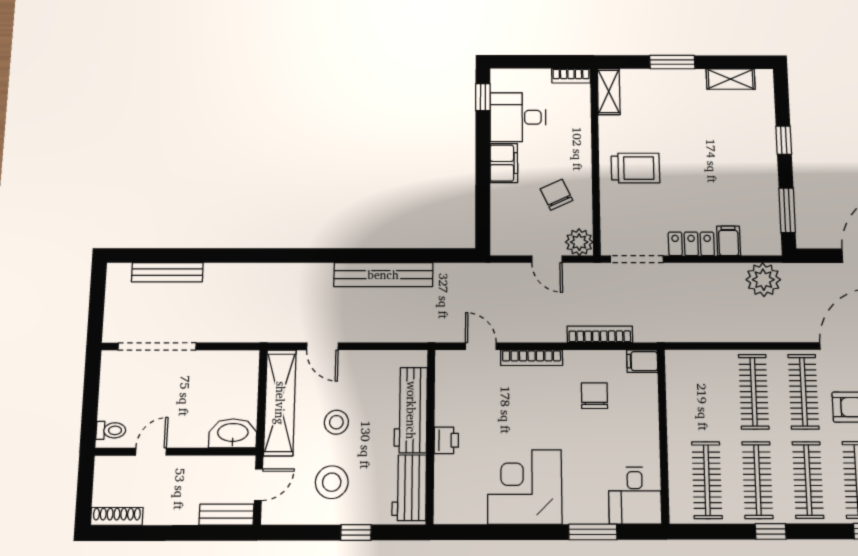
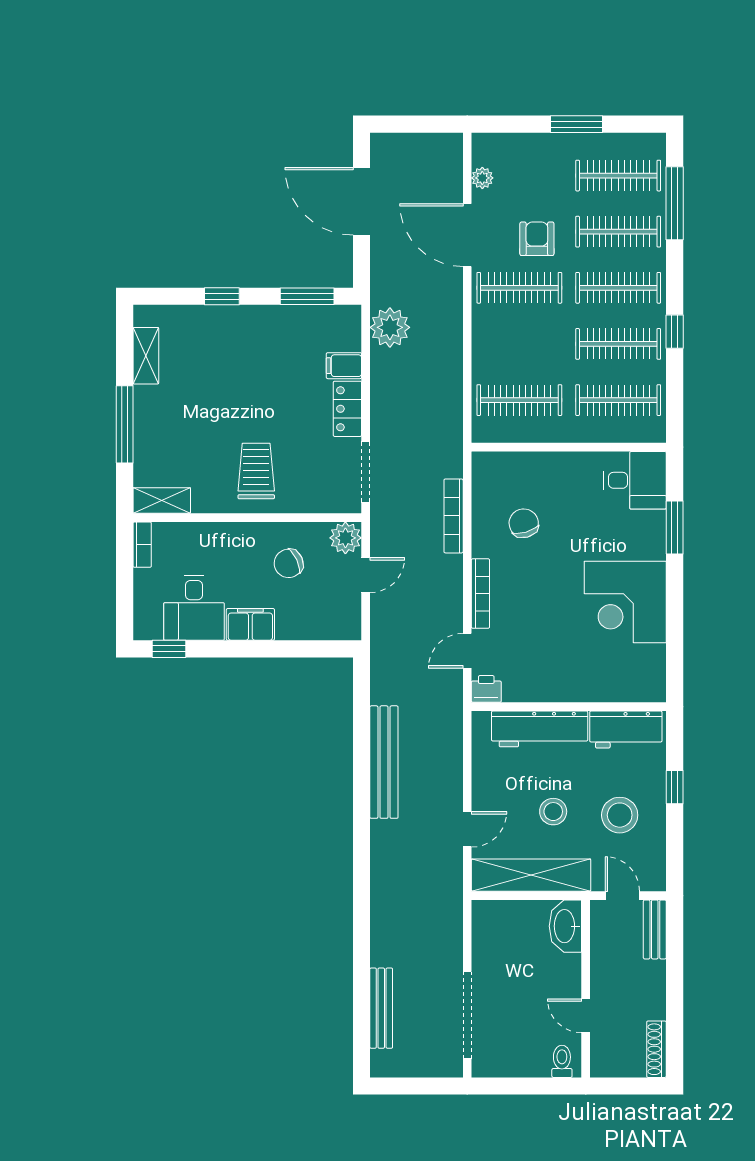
window: (672, 62) -> (125, 424), width x1.44
filing cabinet: (642, 361) -> (484, 469), removed
clothes rail: (754, 392) -> (519, 400), moved
chair: (594, 396) -> (524, 523), turned 74
printer: (446, 440) -> (486, 689), moved

